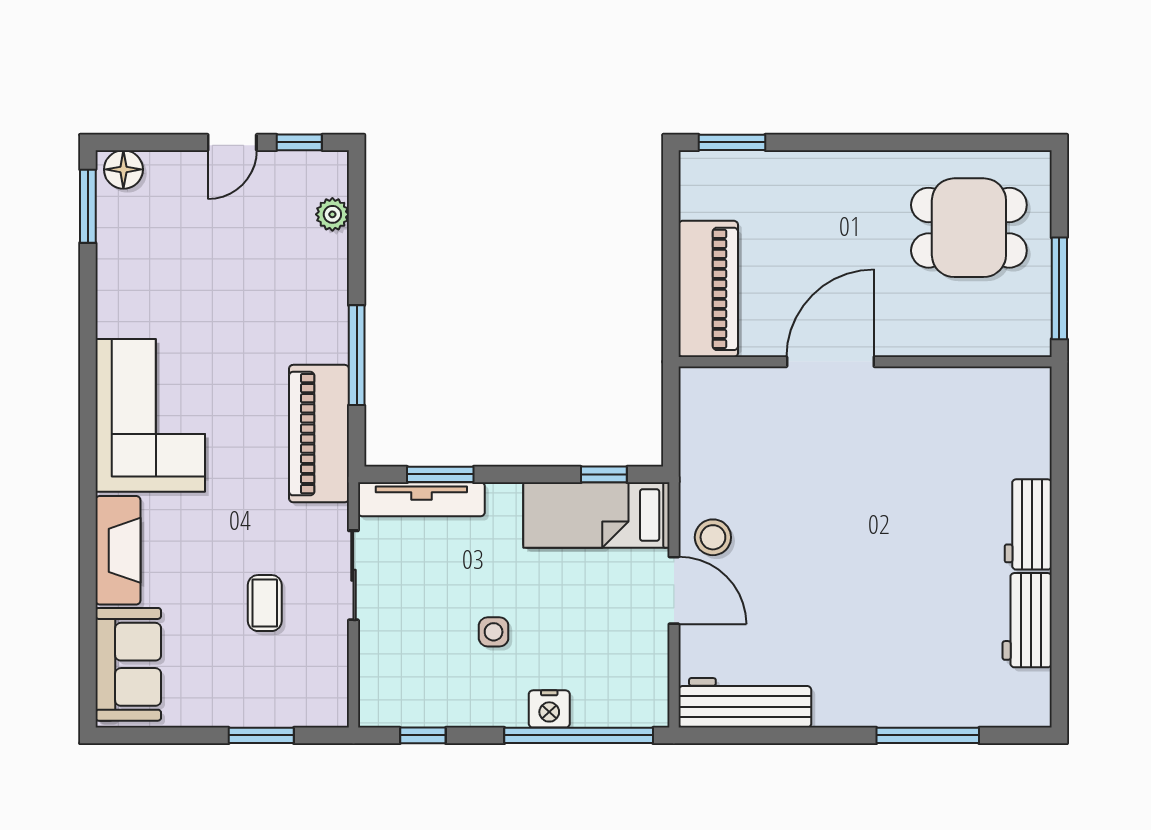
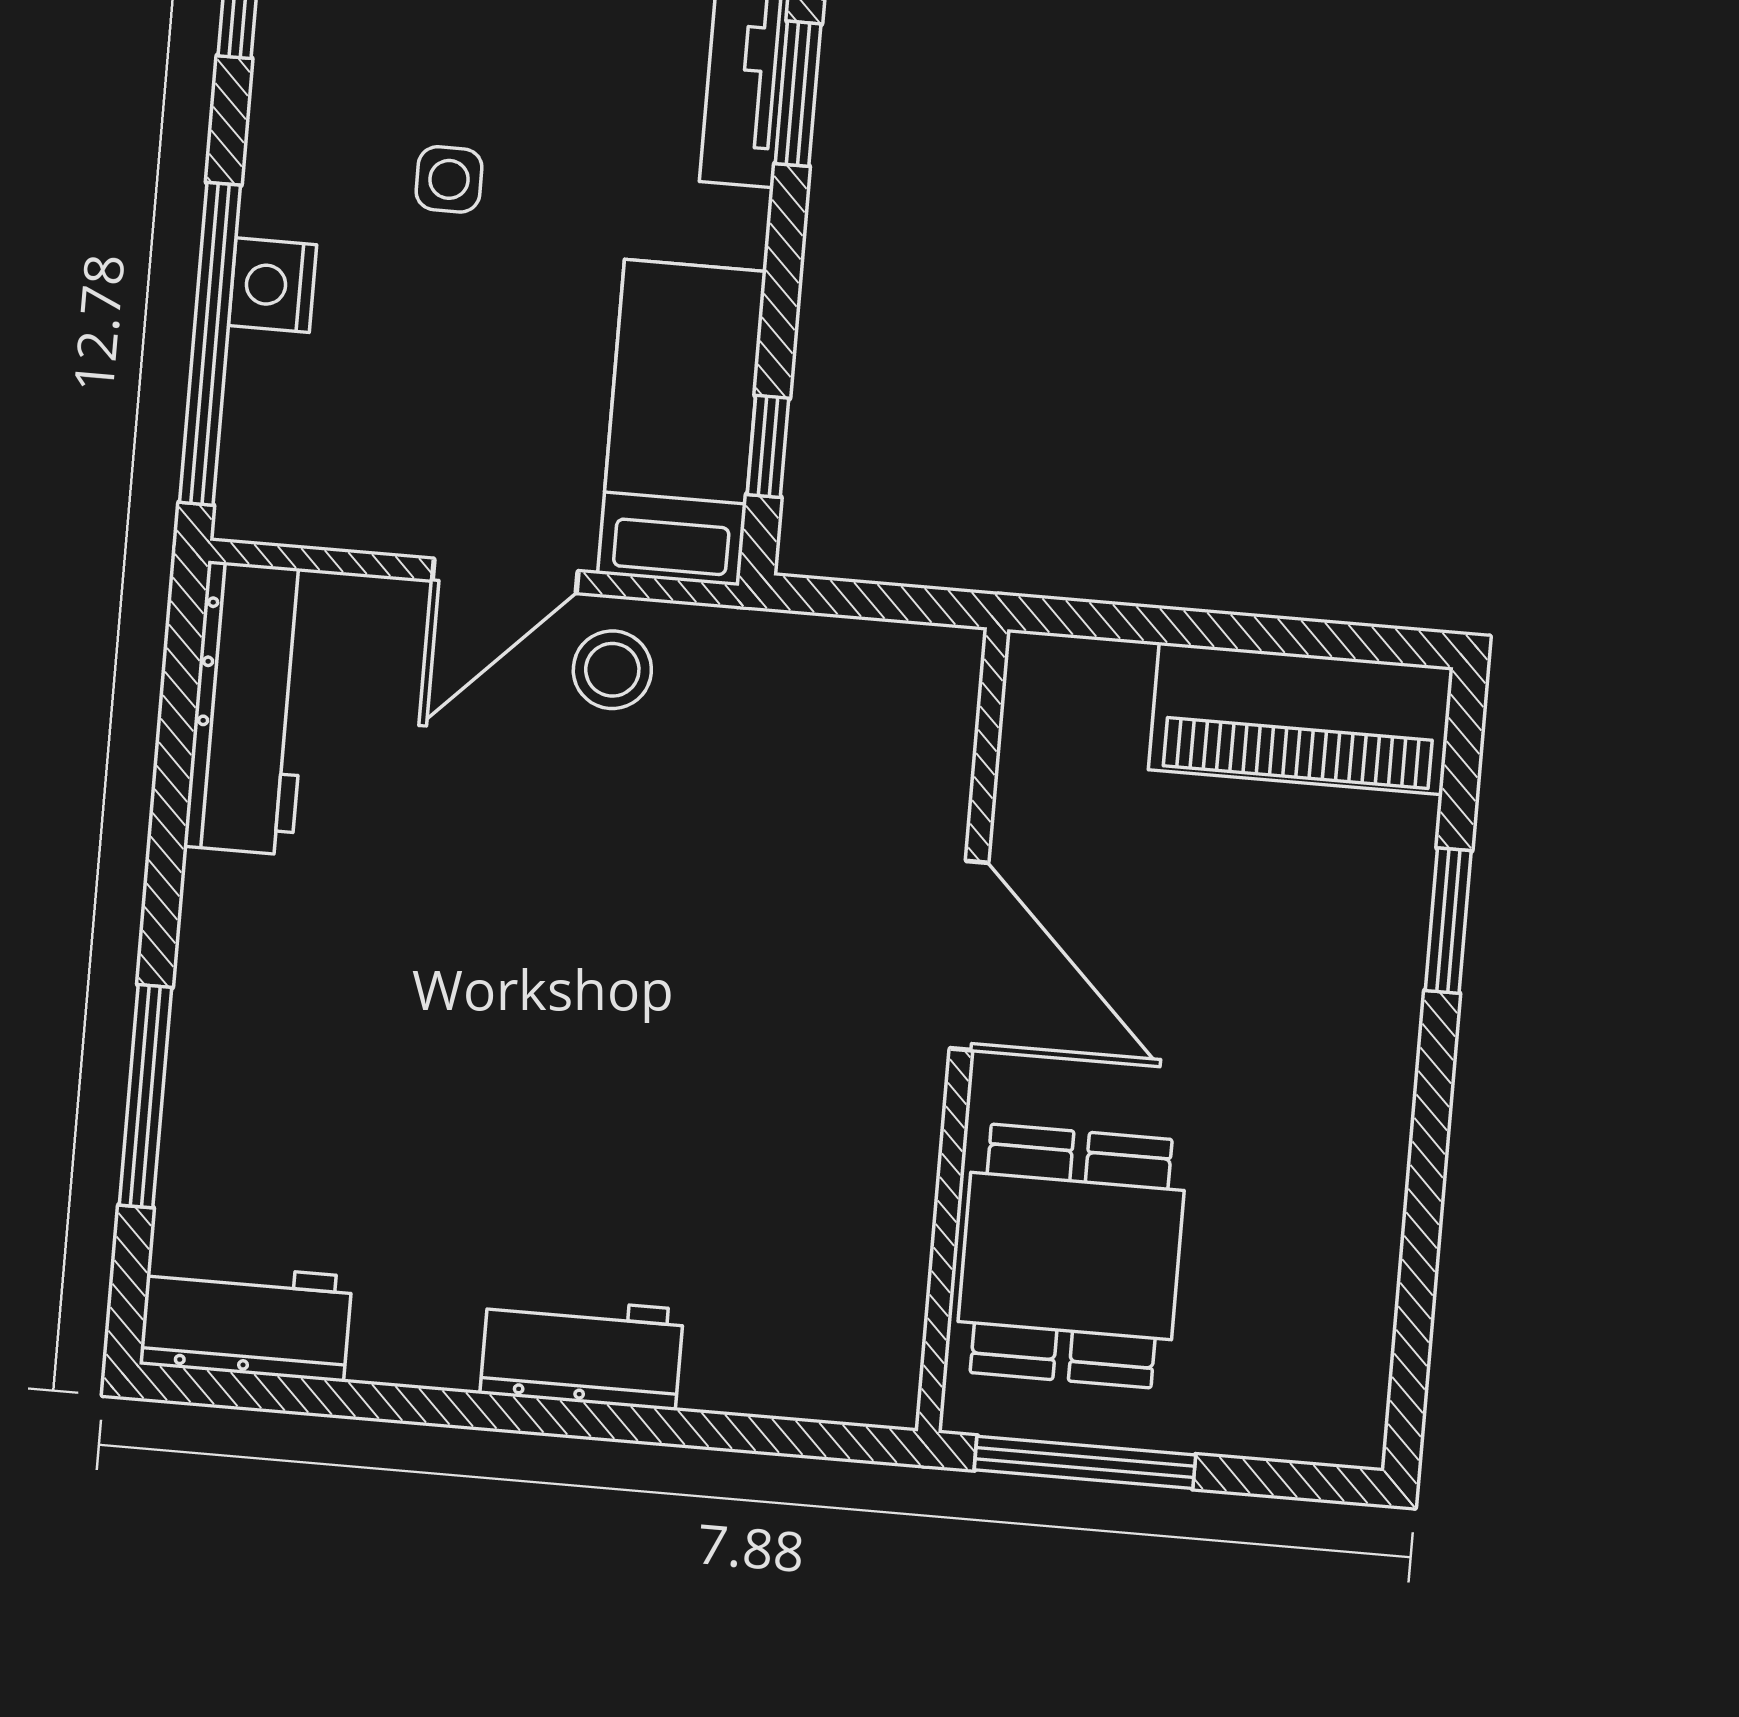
window: (732, 142) -> (1448, 921), moved
dining table: (969, 228) -> (1071, 1256), moved
piano: (708, 289) -> (1301, 719), moved
workbench: (1027, 620) -> (246, 1321), moved

